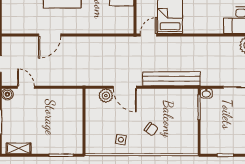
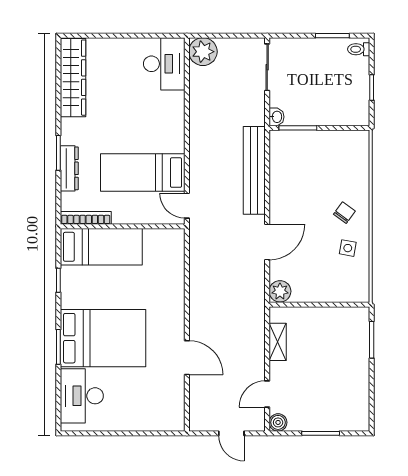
plant: (106, 96) -> (280, 291), moved
chair: (151, 129) -> (344, 213), moved
shelving: (19, 148) -> (278, 342), moved

